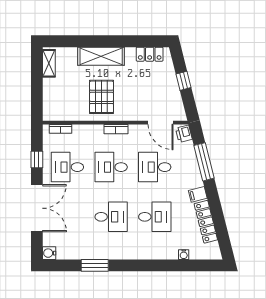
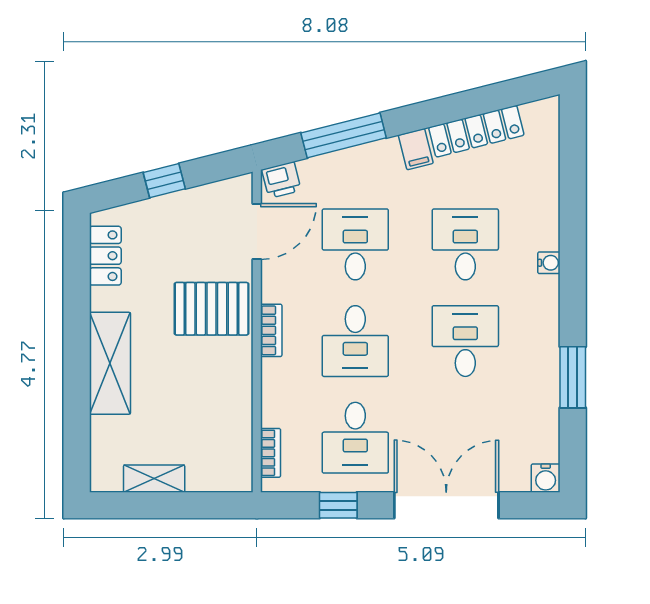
shelving: (49, 63) -> (154, 479), moved
pallet: (102, 97) -> (212, 309), moved
desk: (155, 167) -> (355, 244), turned 180
water cooler: (184, 255) -> (549, 263), moved

